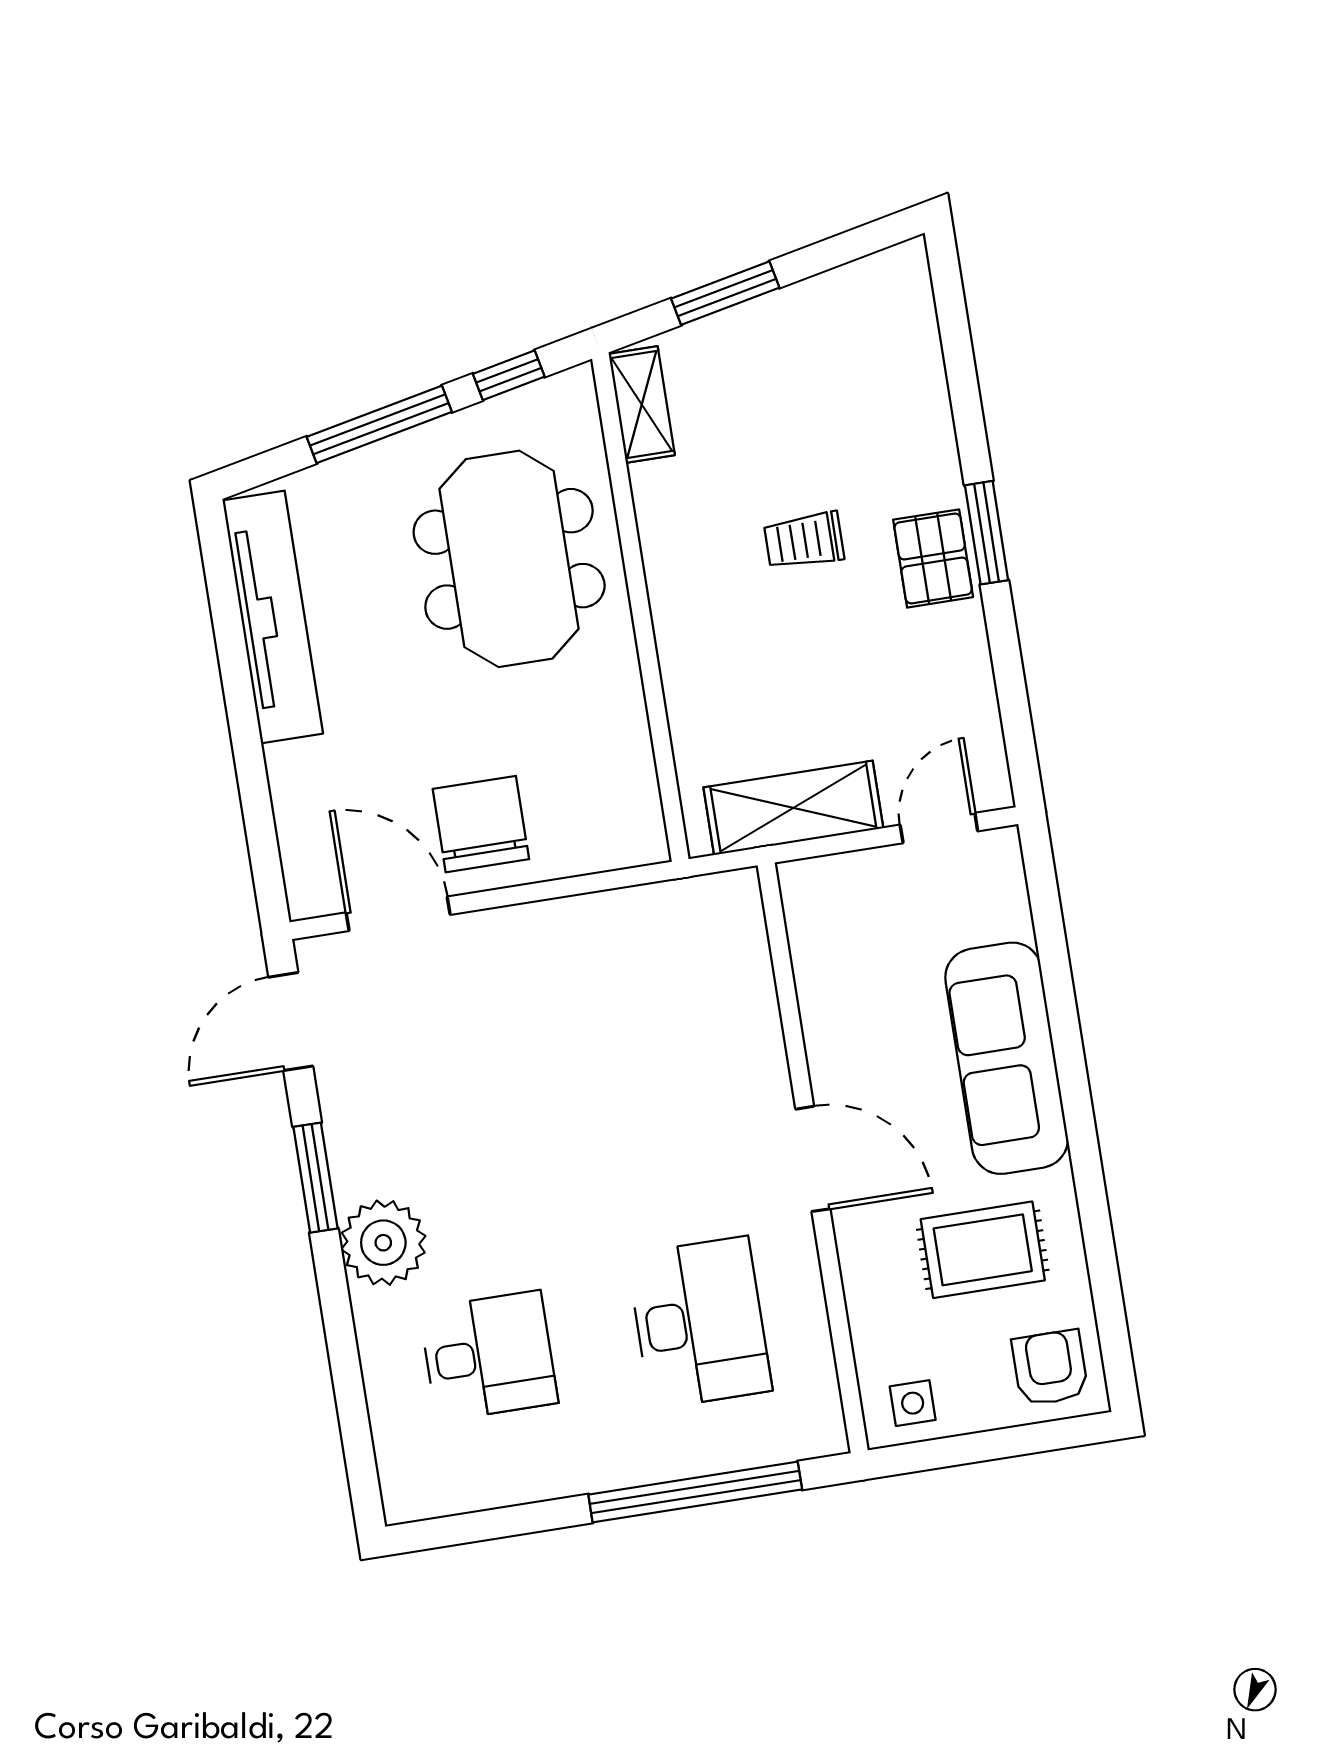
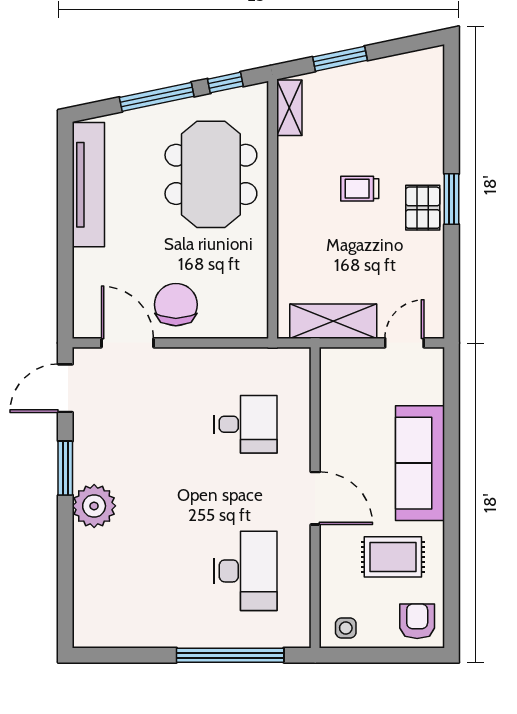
desk: (489, 1356) -> (246, 424), moved

